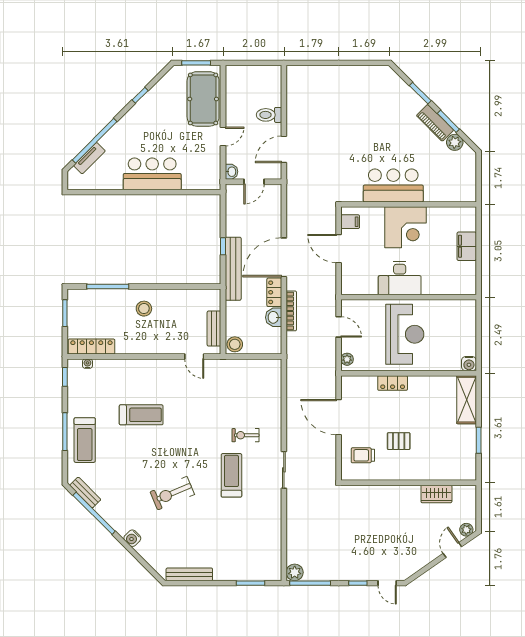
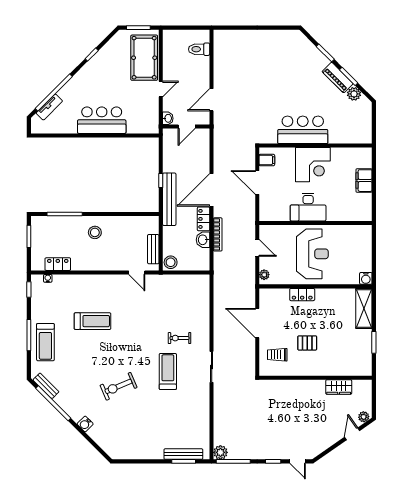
toilet: (269, 115) -> (199, 49), moved
locker: (91, 347) -> (58, 264), width x0.66
bench: (189, 574) -> (183, 454), moved

